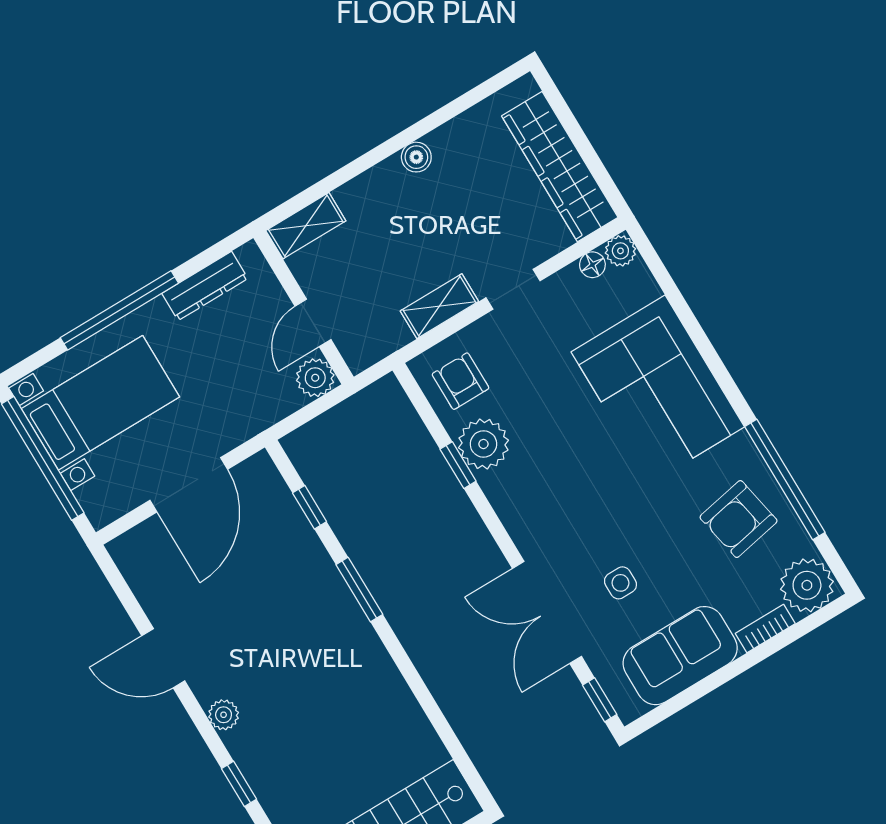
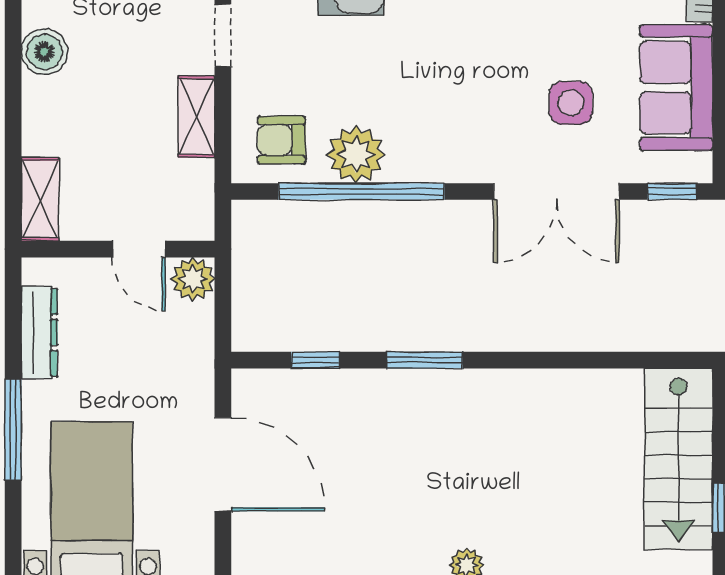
boiler: (416, 157) -> (44, 52), width x1.36, depth x1.36
window: (119, 310) -> (13, 430), width x0.68
window: (458, 465) -> (361, 191), width x3.17
side table: (620, 583) -> (571, 103), width x1.37, depth x1.37

